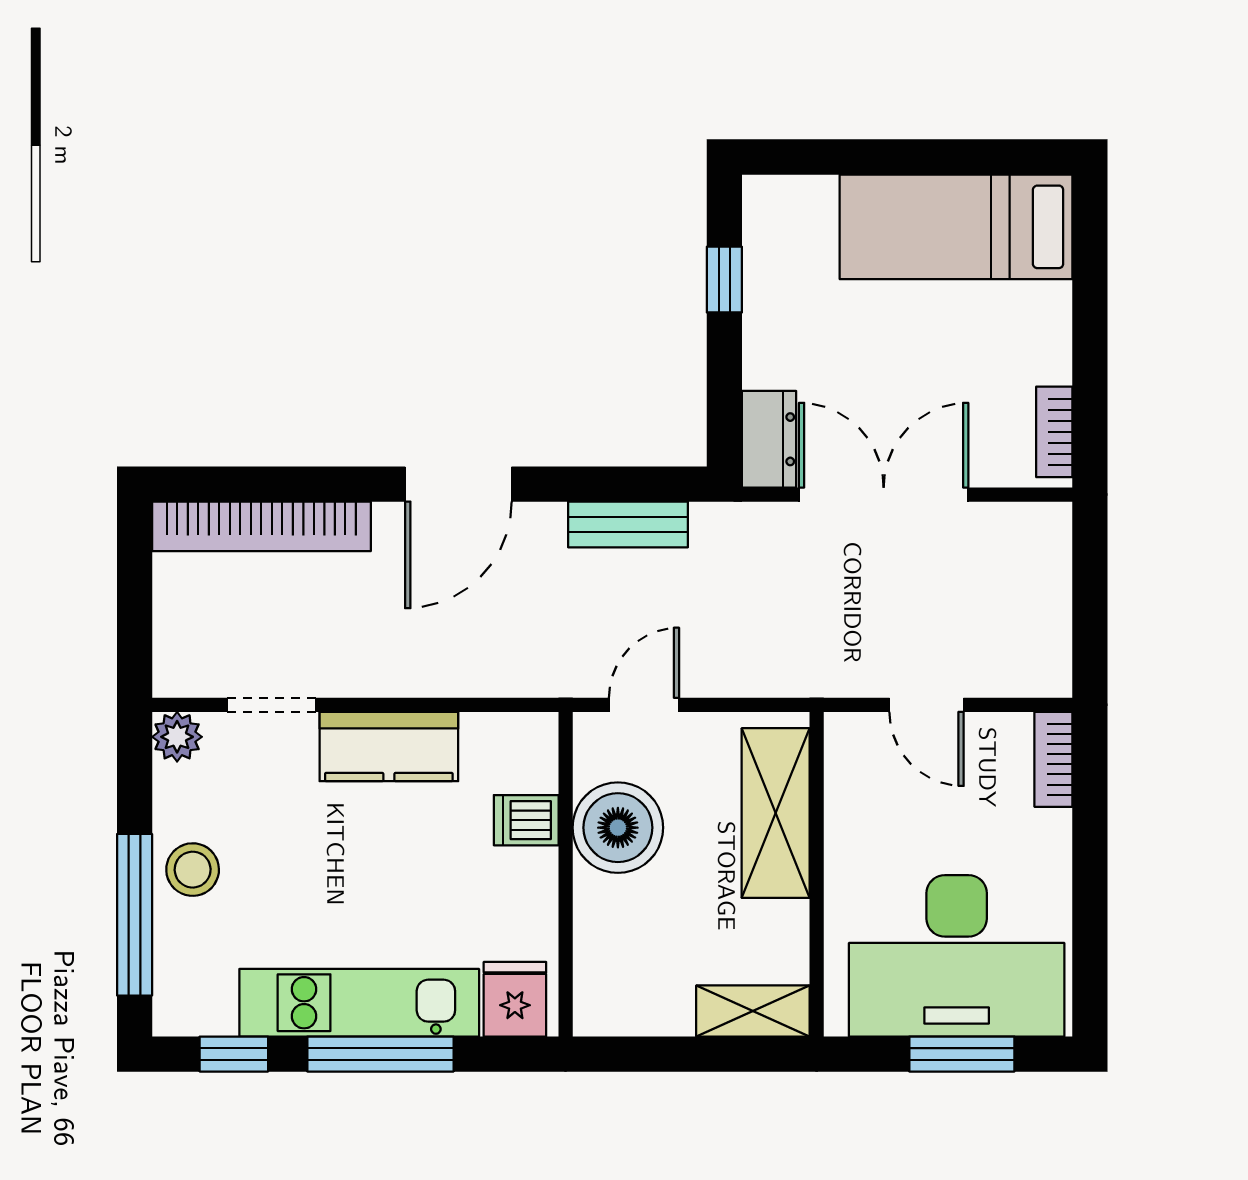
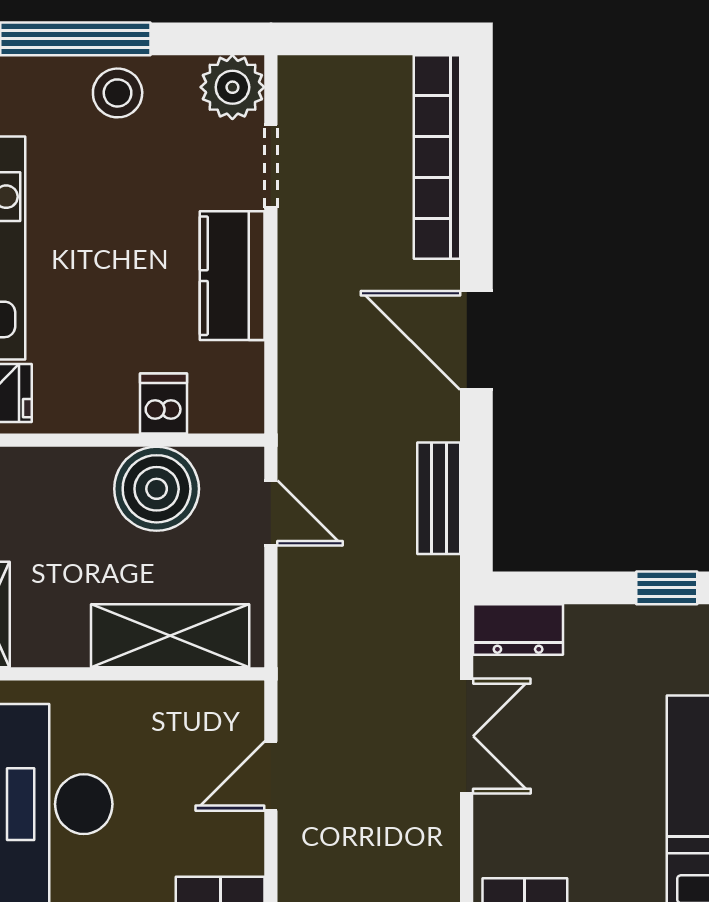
double door: (884, 495) -> (467, 736), width x0.73
plant: (177, 737) -> (232, 87), width x1.38, depth x1.38

